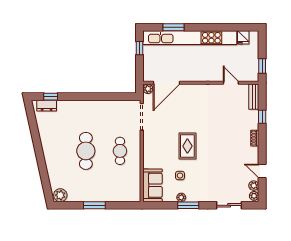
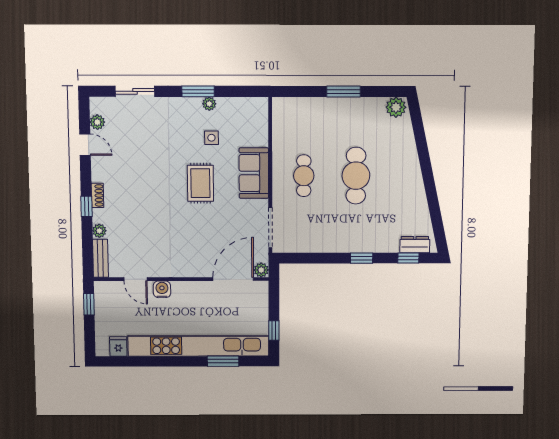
water cooler: (214, 76) -> (162, 289), added
window: (82, 97) -> (362, 258), added
window: (262, 117) -> (86, 206), moved
sofa: (153, 185) -> (254, 173), moved
plant: (254, 196) -> (99, 231), moved

